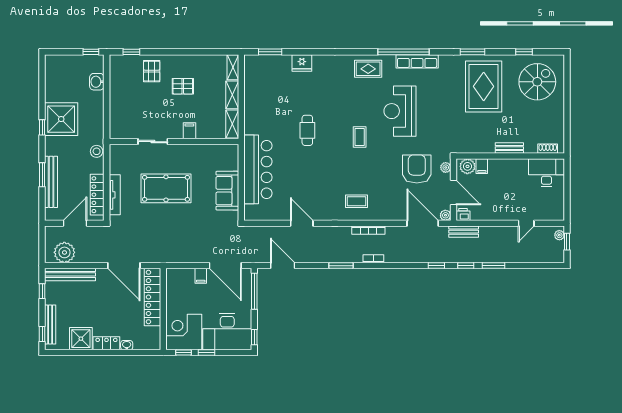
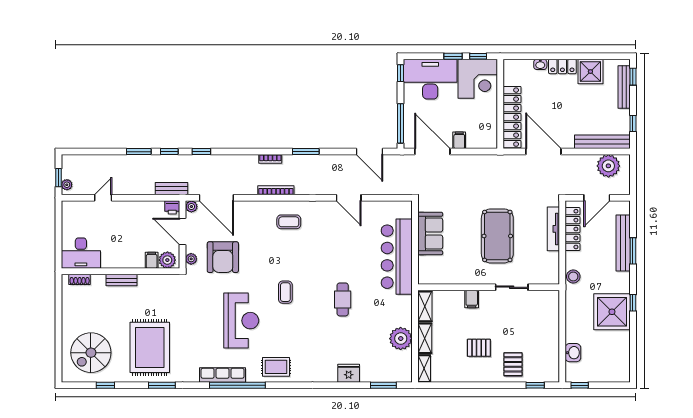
plant: (254, 95) -> (401, 339), added
pool table: (166, 188) -> (497, 236), turned 90

